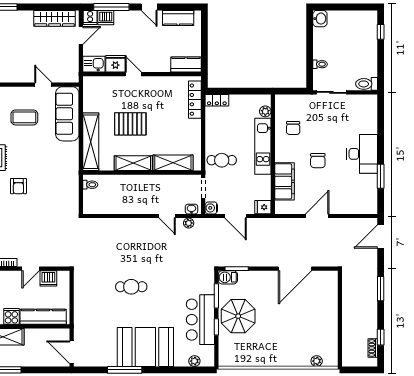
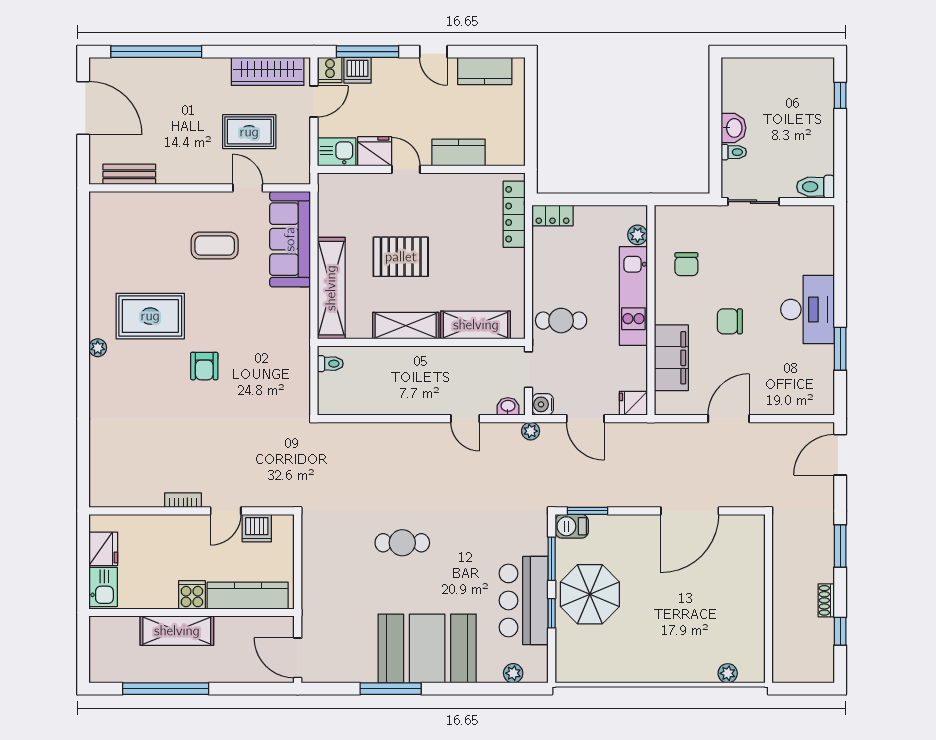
washbasin: (320, 19) -> (734, 128), moved
rug: (44, 53) -> (249, 132), added
kitchen counter: (186, 64) -> (458, 153), moved
chair: (318, 161) -> (730, 321), turned 90
plant: (189, 223) -> (531, 431), moved
shoe rack: (373, 348) -> (826, 600), moved

